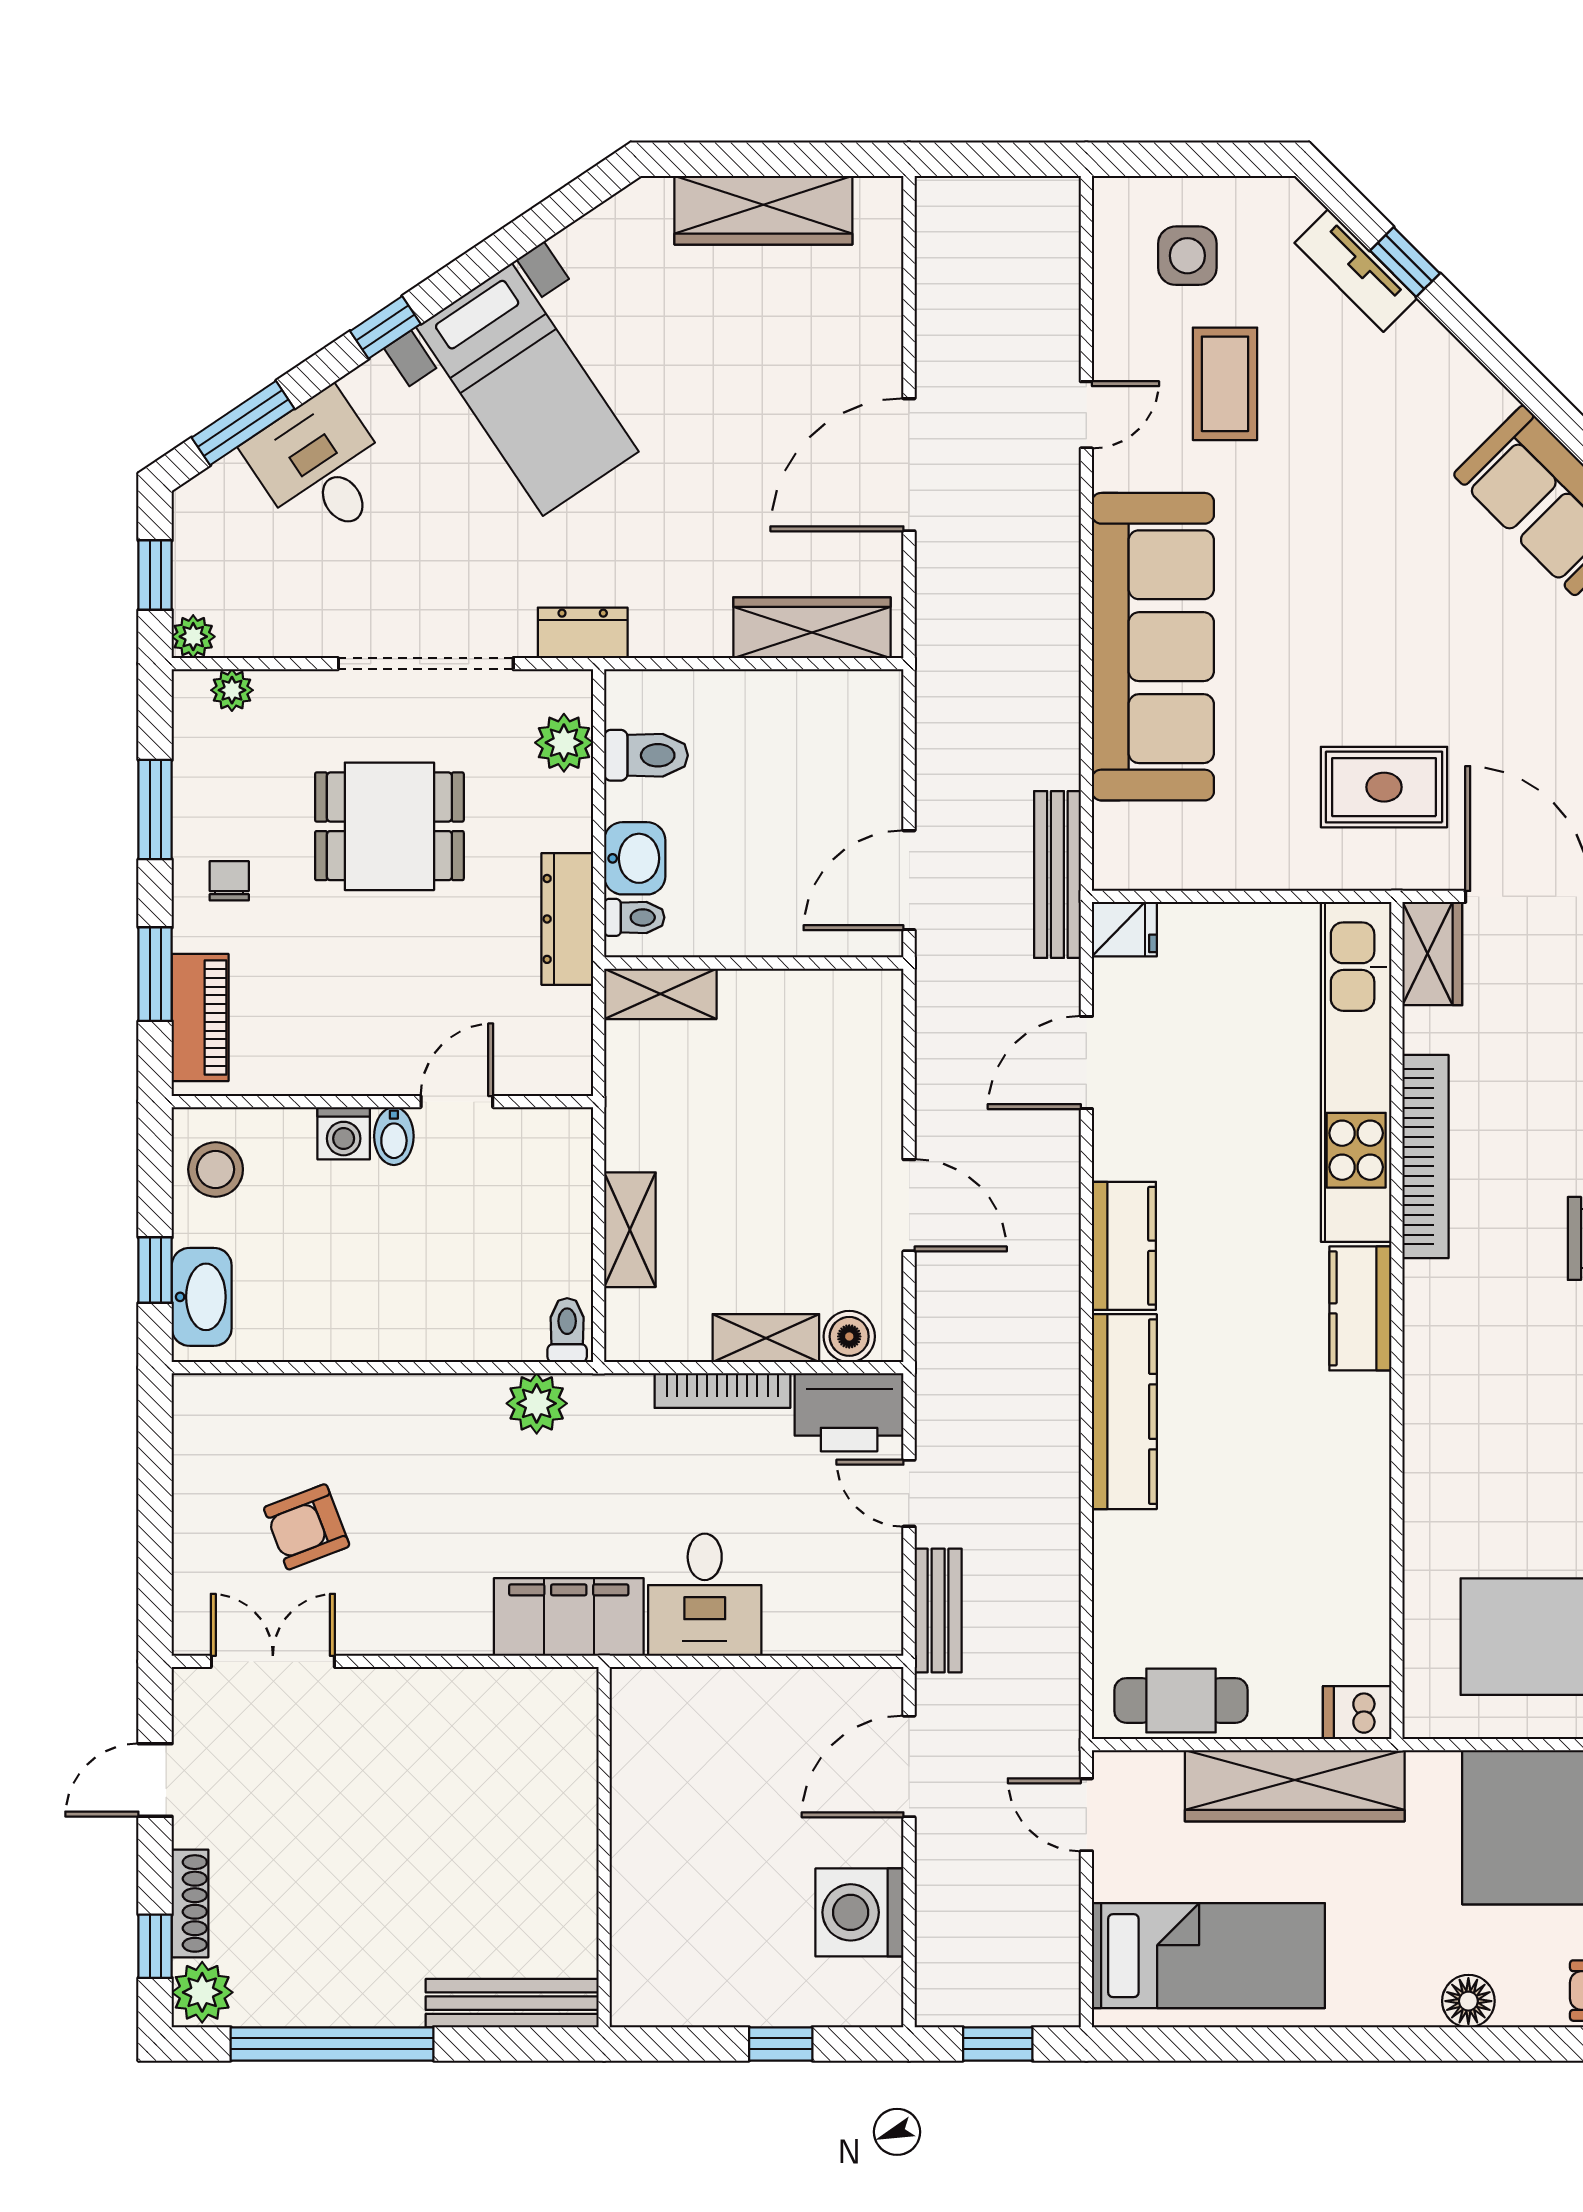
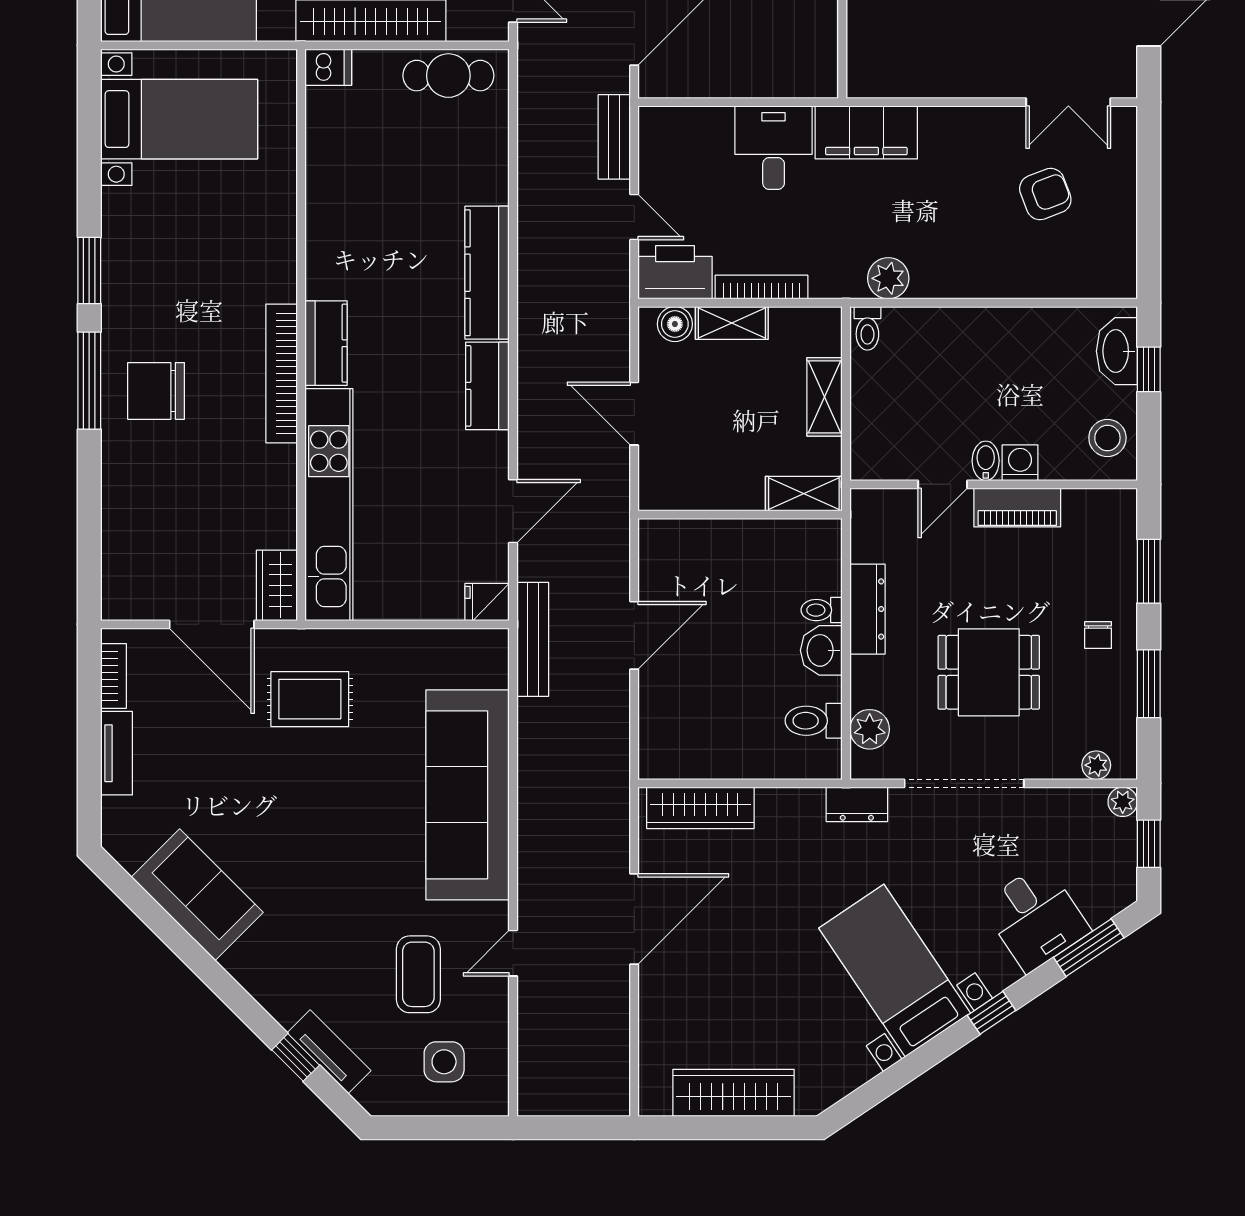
wall: (754, 963) -> (740, 515), moved
shelving: (660, 994) -> (804, 494), moved
piano: (200, 1017) -> (1017, 508), moved, turned -90
bookcase: (1425, 1157) -> (282, 373), moved

